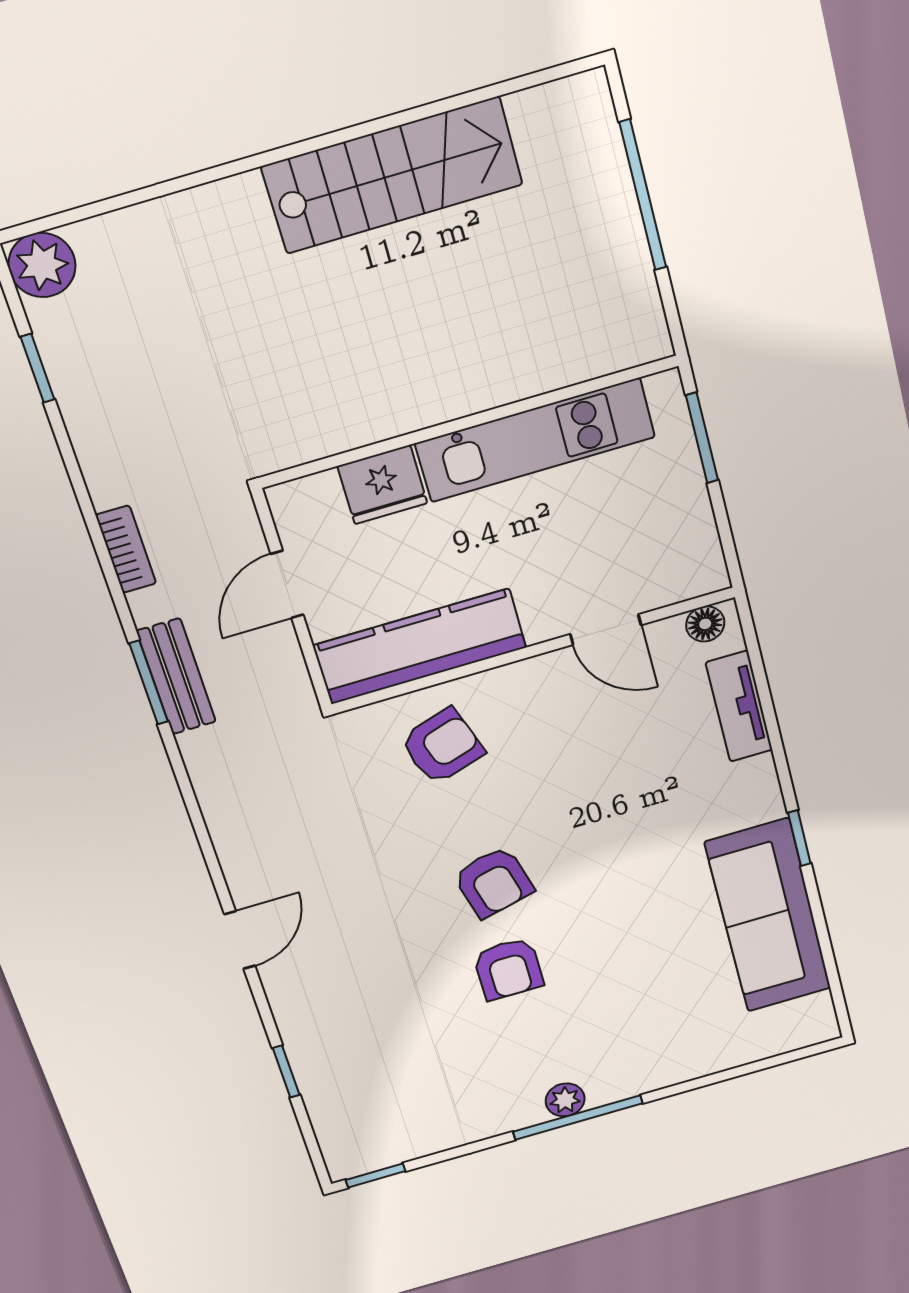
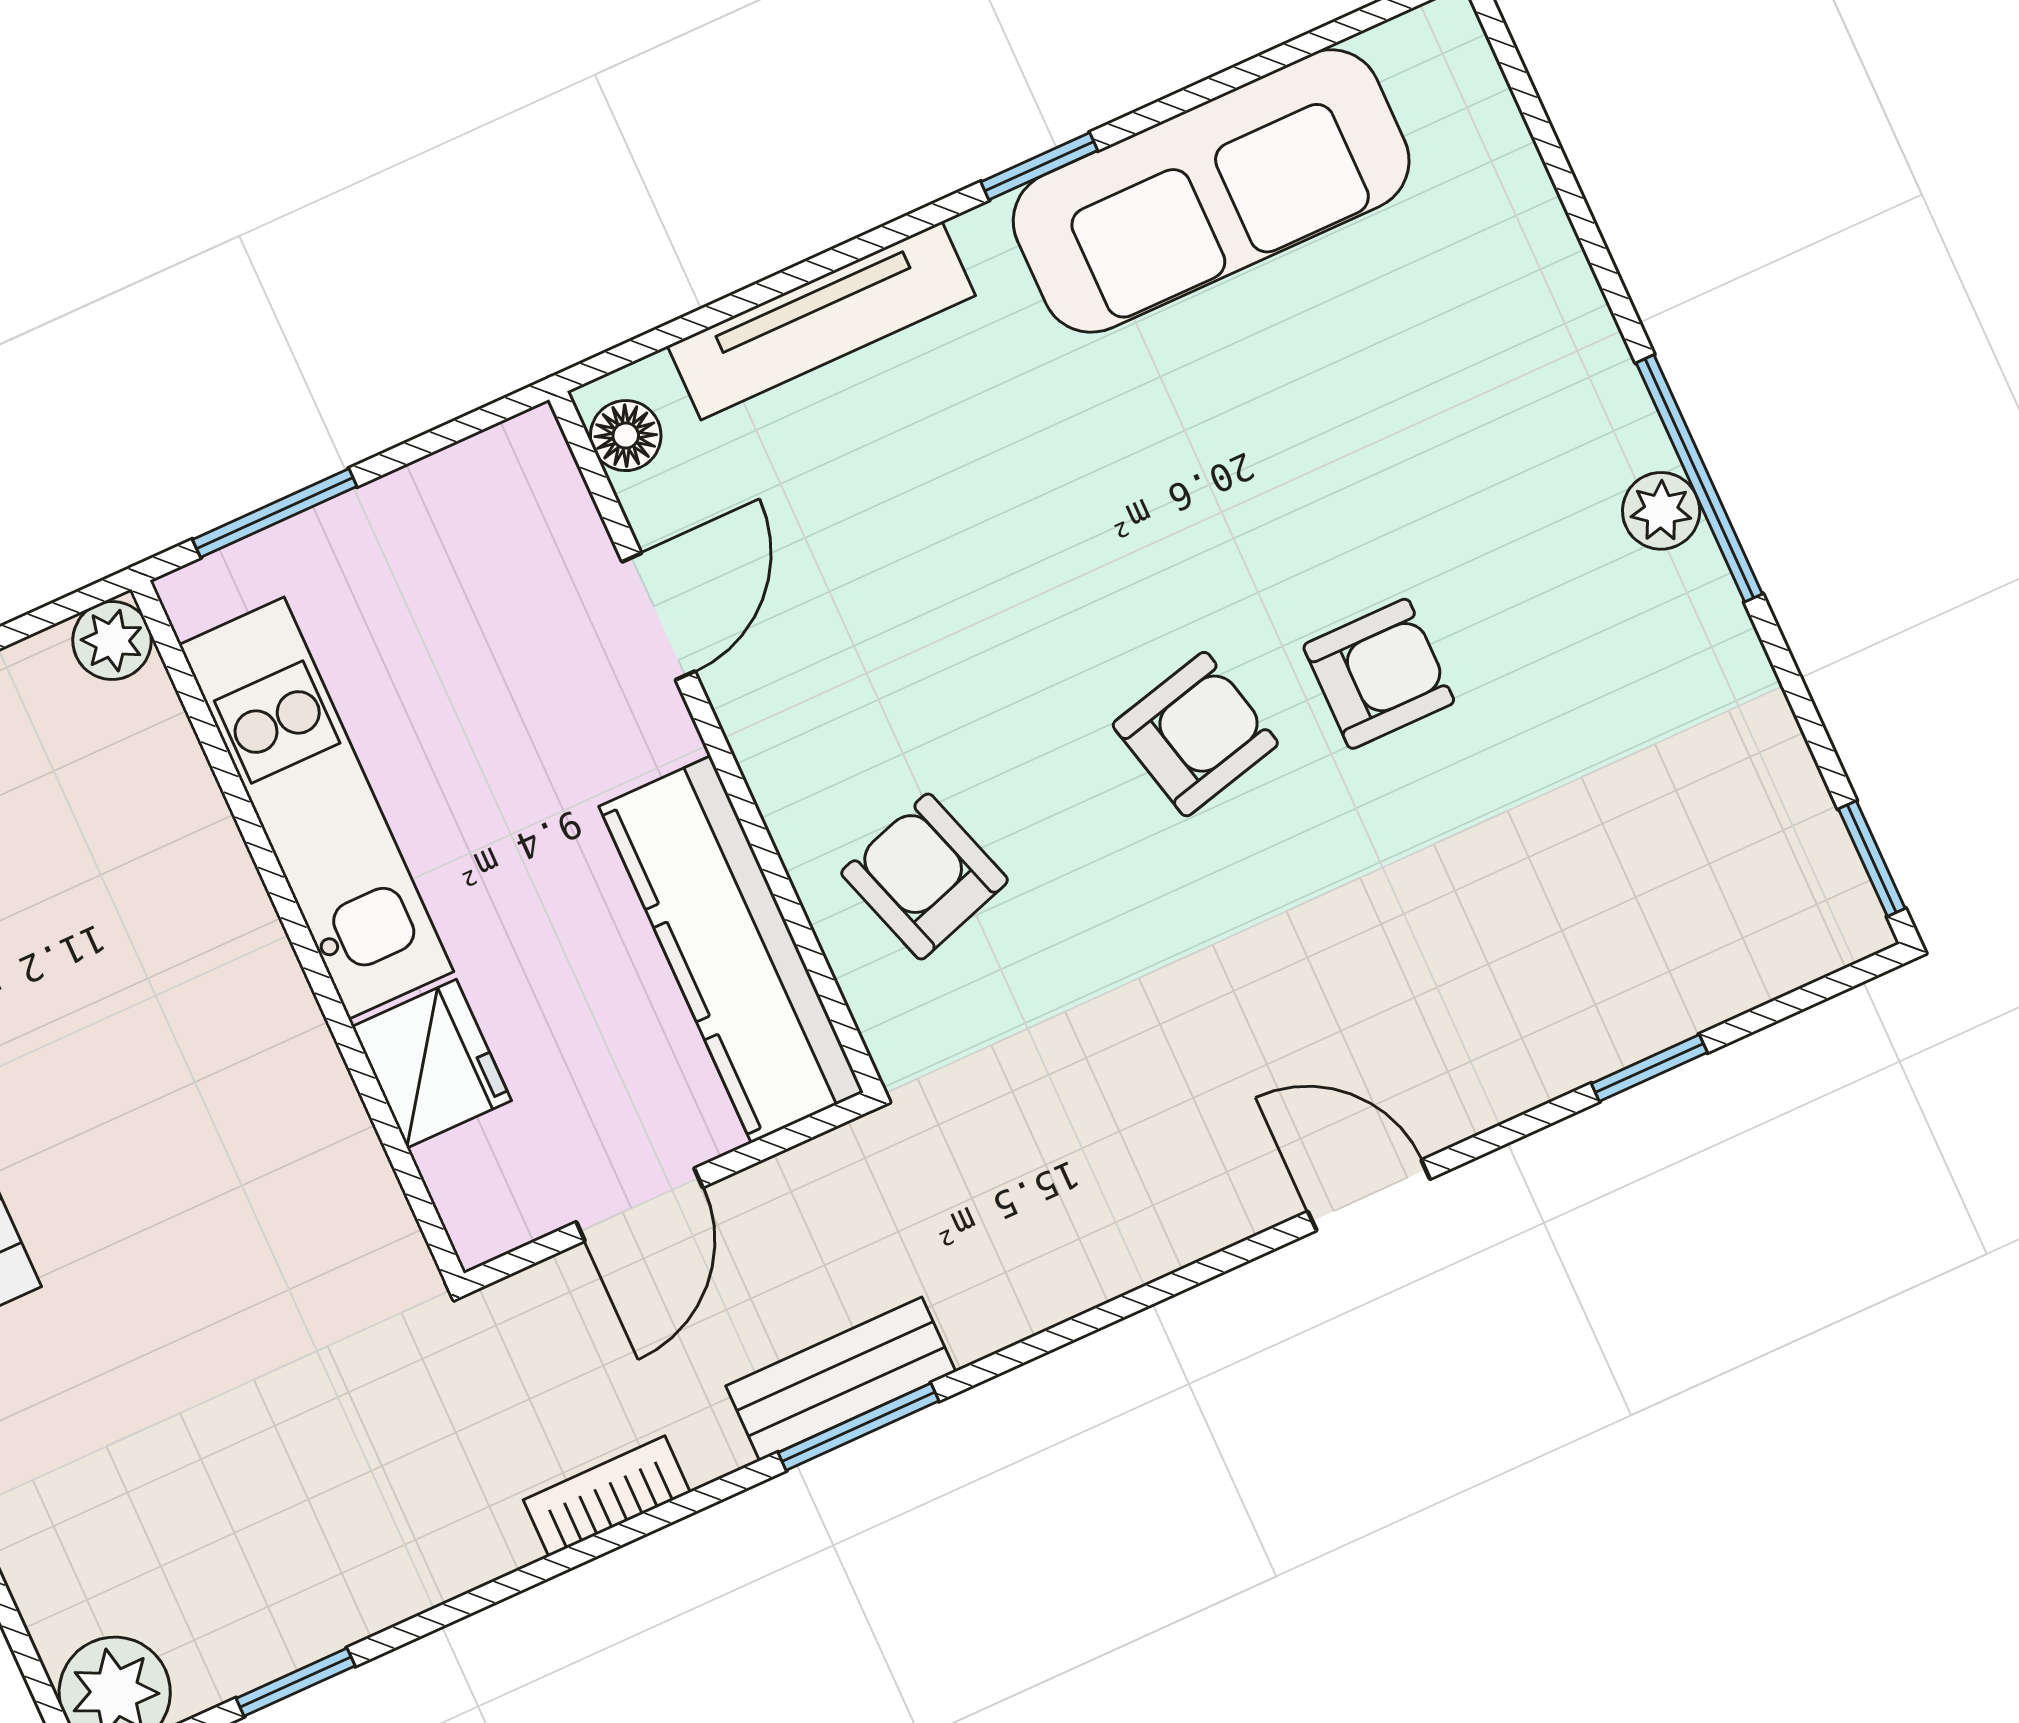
plant: (649, 341) -> (112, 641), added
door: (287, 584) -> (640, 1205), hinge flipped
tv unit: (739, 706) -> (821, 321), width x1.41

